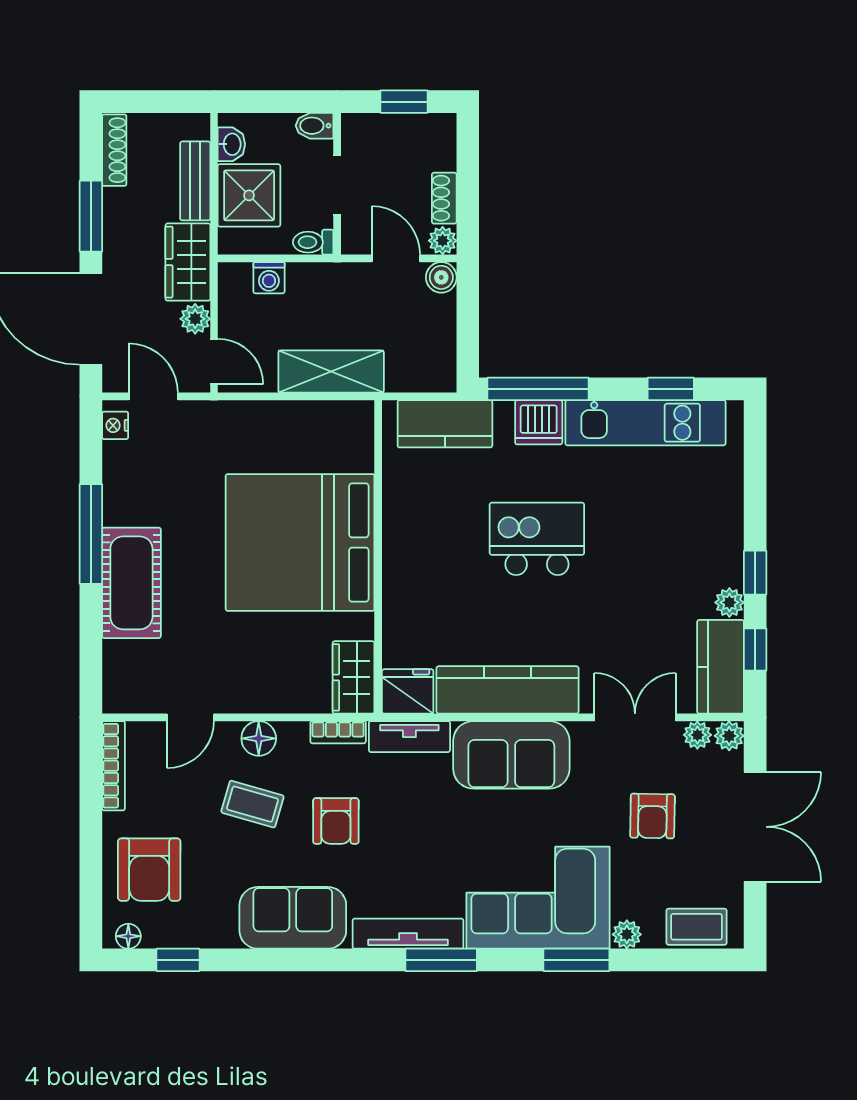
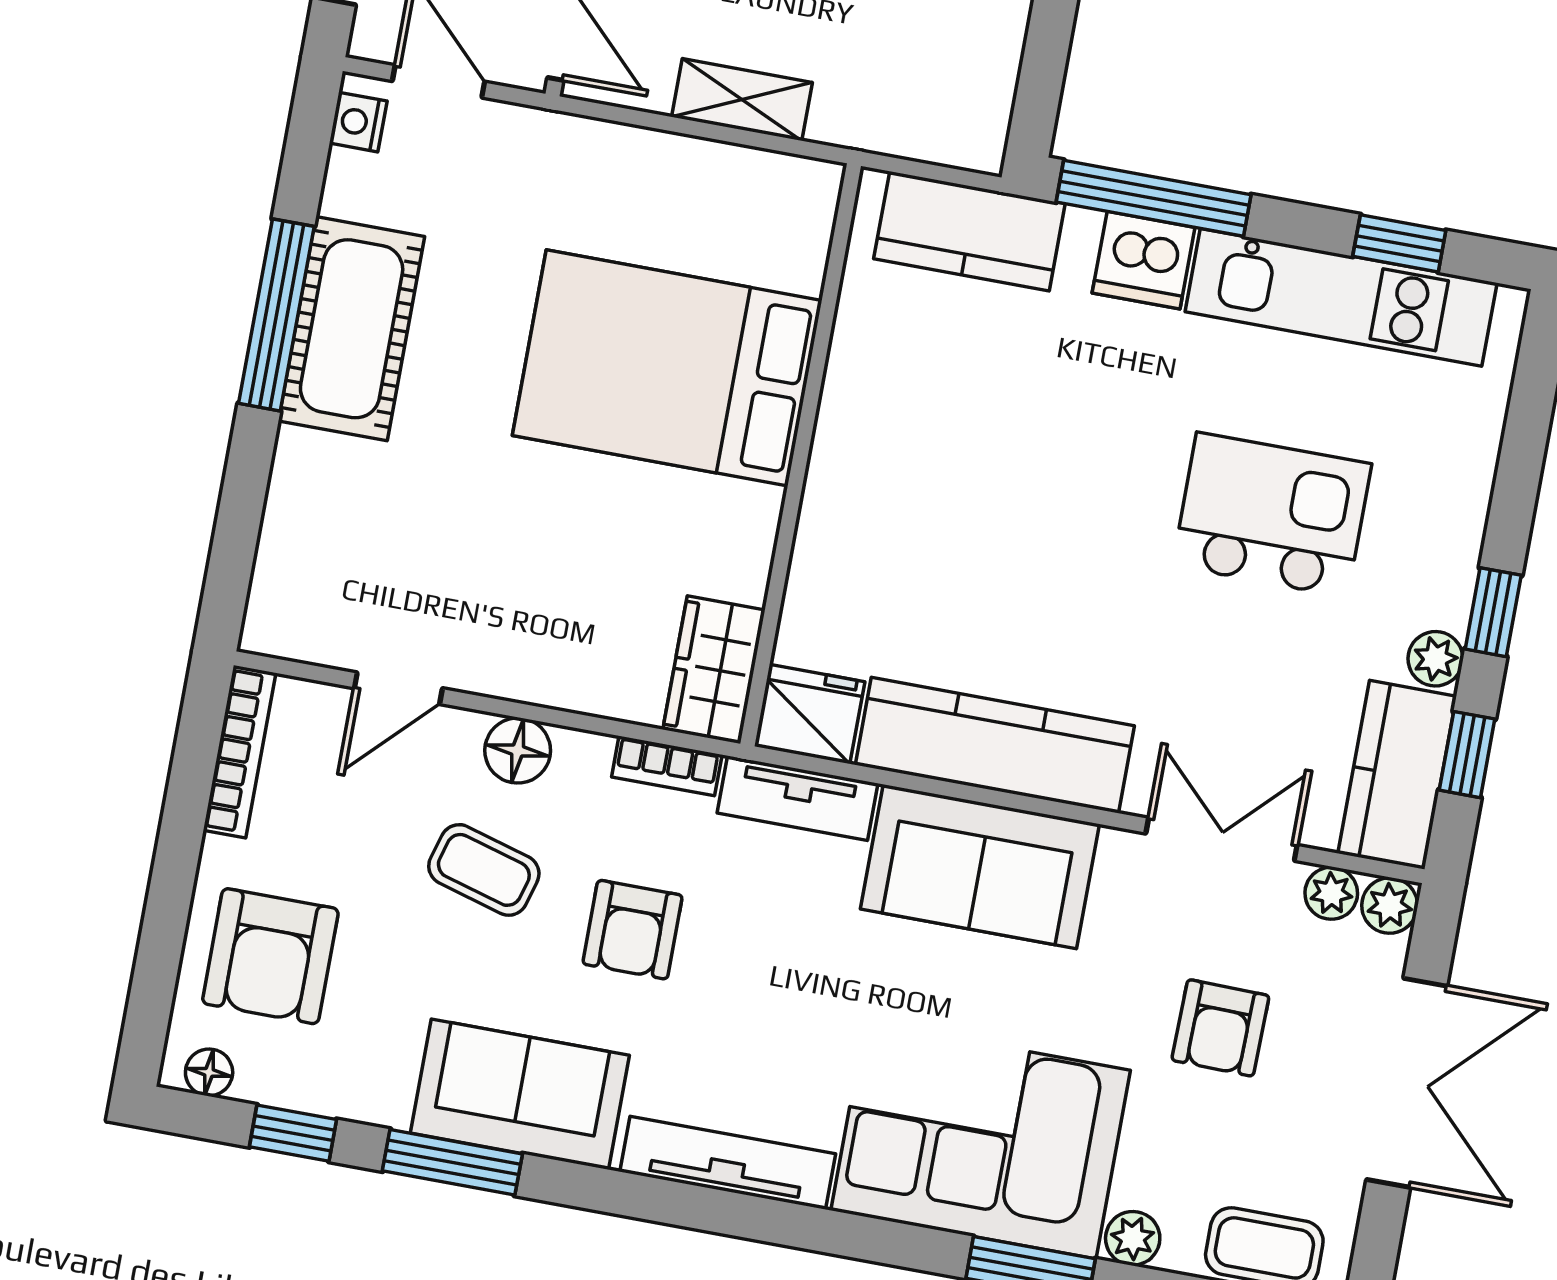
shelving: (331, 372) -> (742, 100), width x0.67, depth x0.75
kitchen island: (537, 539) -> (1272, 515), moved
bed: (300, 542) -> (667, 368), width x0.73
cot: (131, 583) -> (352, 329), moved
window: (441, 960) -> (452, 1162), moved

